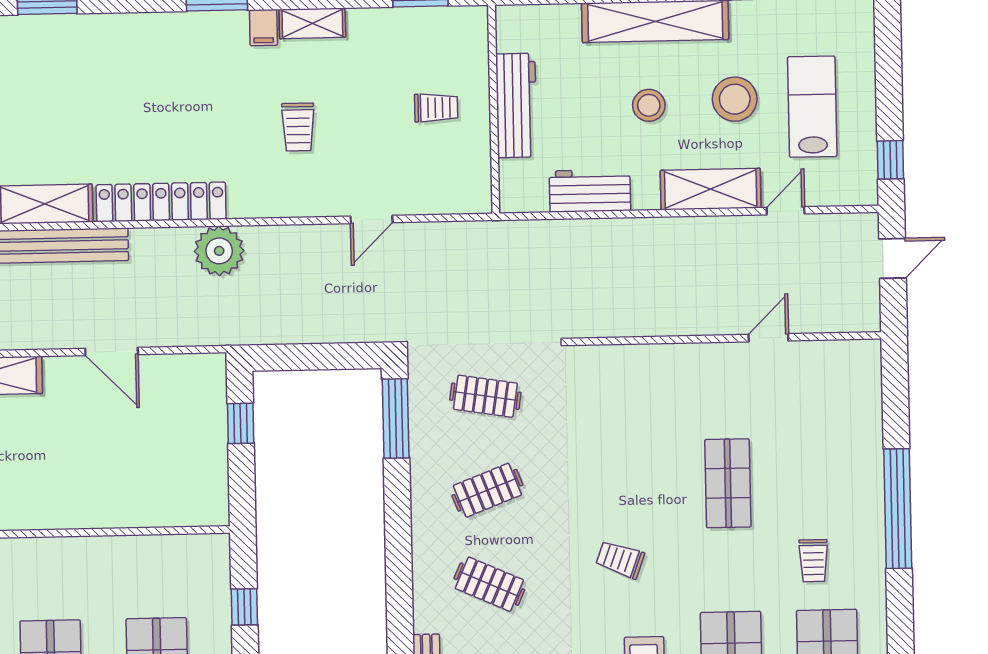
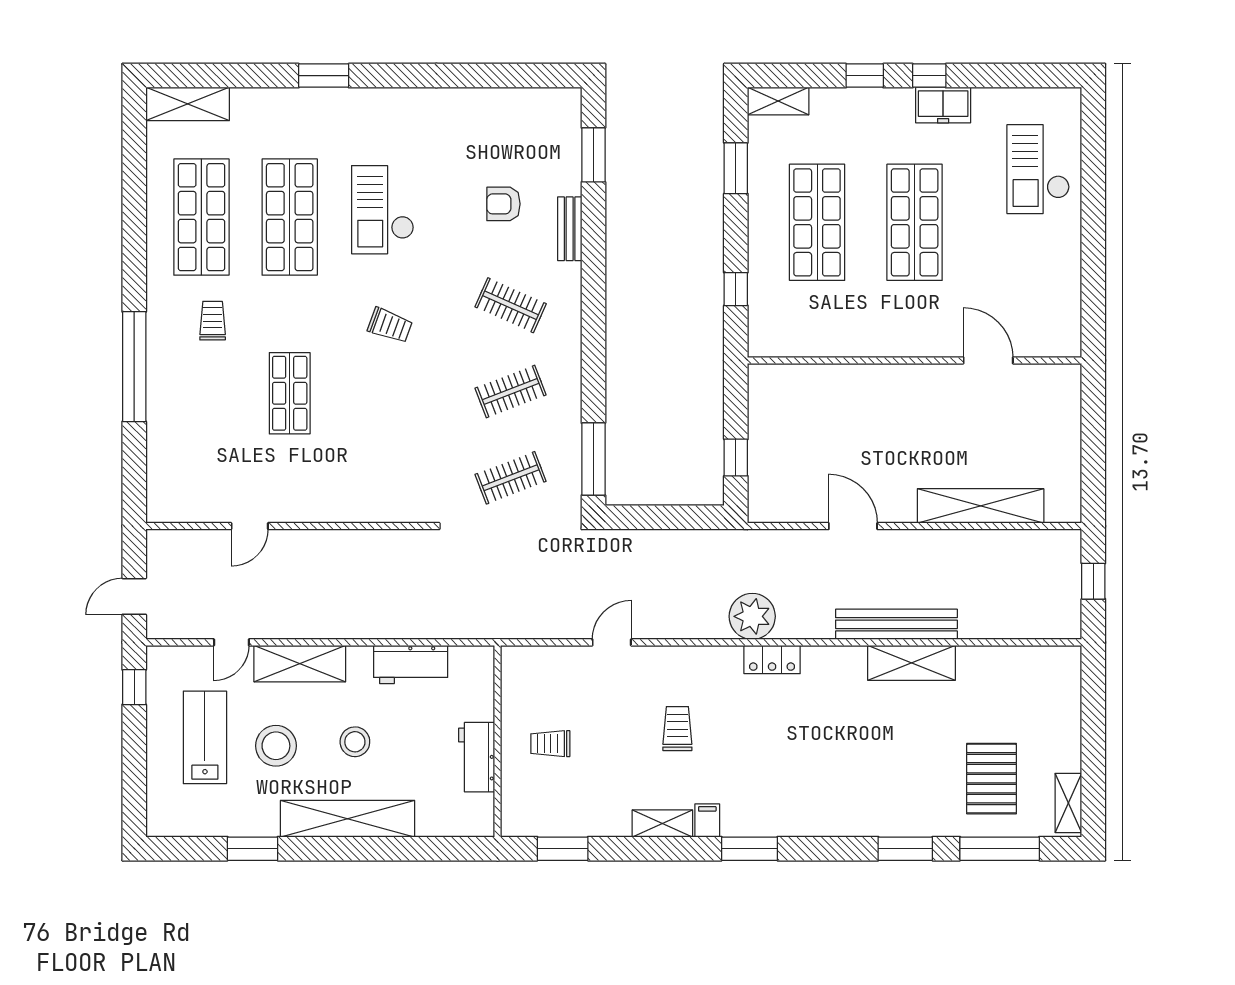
workbench: (516, 105) -> (477, 757), width x0.73
lab bench: (812, 107) -> (205, 737), turned 180
locker: (161, 202) -> (772, 659), width x0.46, depth x0.83
clothes rail: (485, 396) -> (511, 478), turned -30

